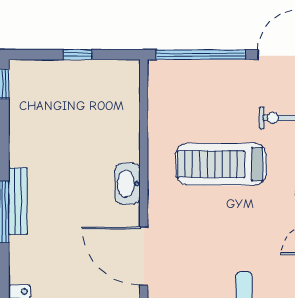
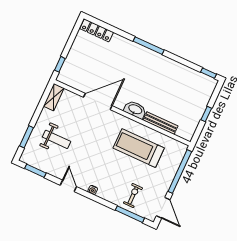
treadmill: (221, 164) -> (139, 148), moved, turned -90
bench: (18, 201) -> (160, 123), moved

